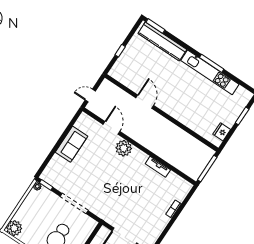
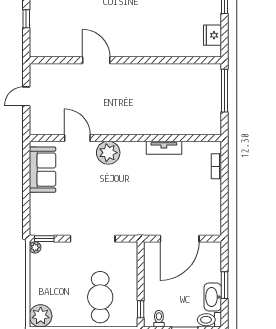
door: (112, 128) -> (77, 138), moved
wall: (139, 146) -> (125, 138), moved
plant: (124, 148) -> (108, 153), moved
tv unit: (158, 167) -> (164, 148), moved

